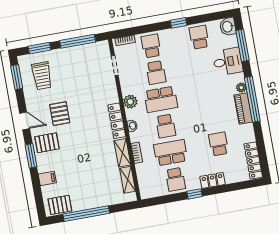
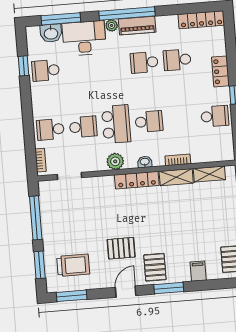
window: (179, 23) -> (24, 66), moved
washbasin: (228, 27) -> (51, 33), moved
desk: (228, 62) -> (84, 38), width x1.37
school desk: (171, 153) -> (144, 62), moved, width x0.54

